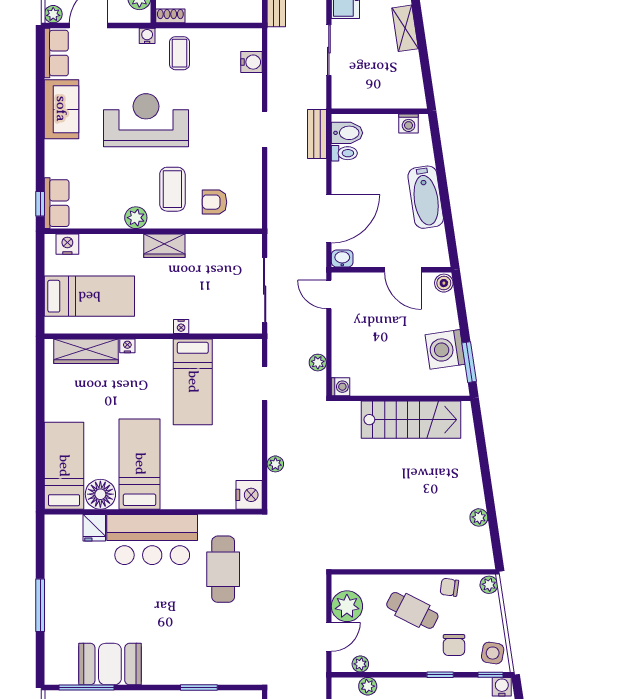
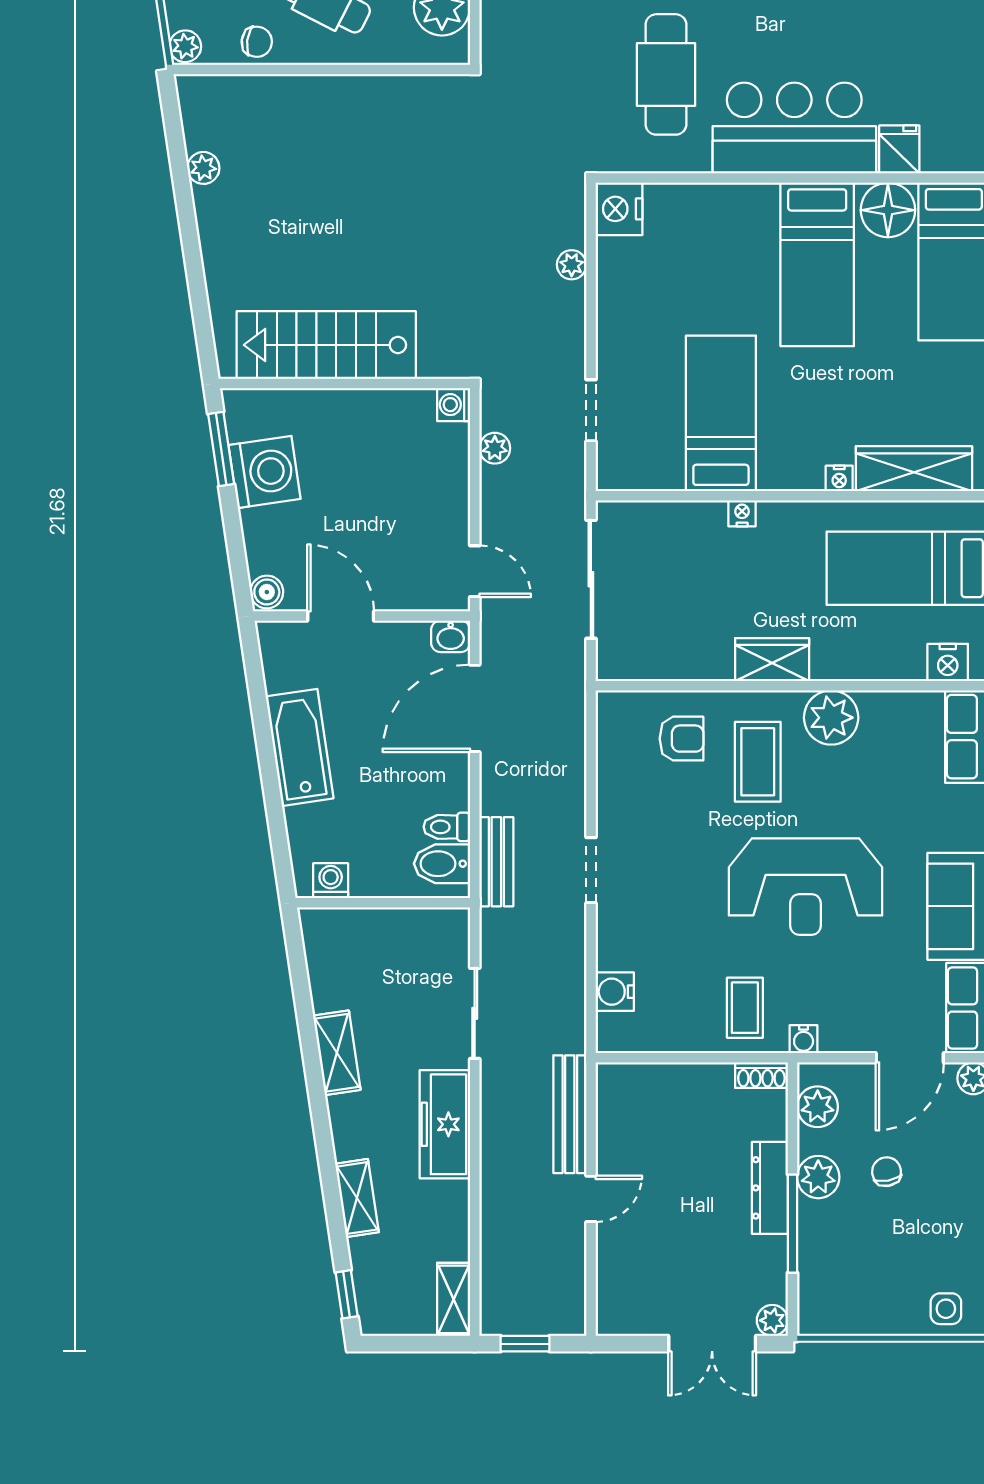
plant: (136, 218) -> (831, 718), width x1.36, depth x1.36

